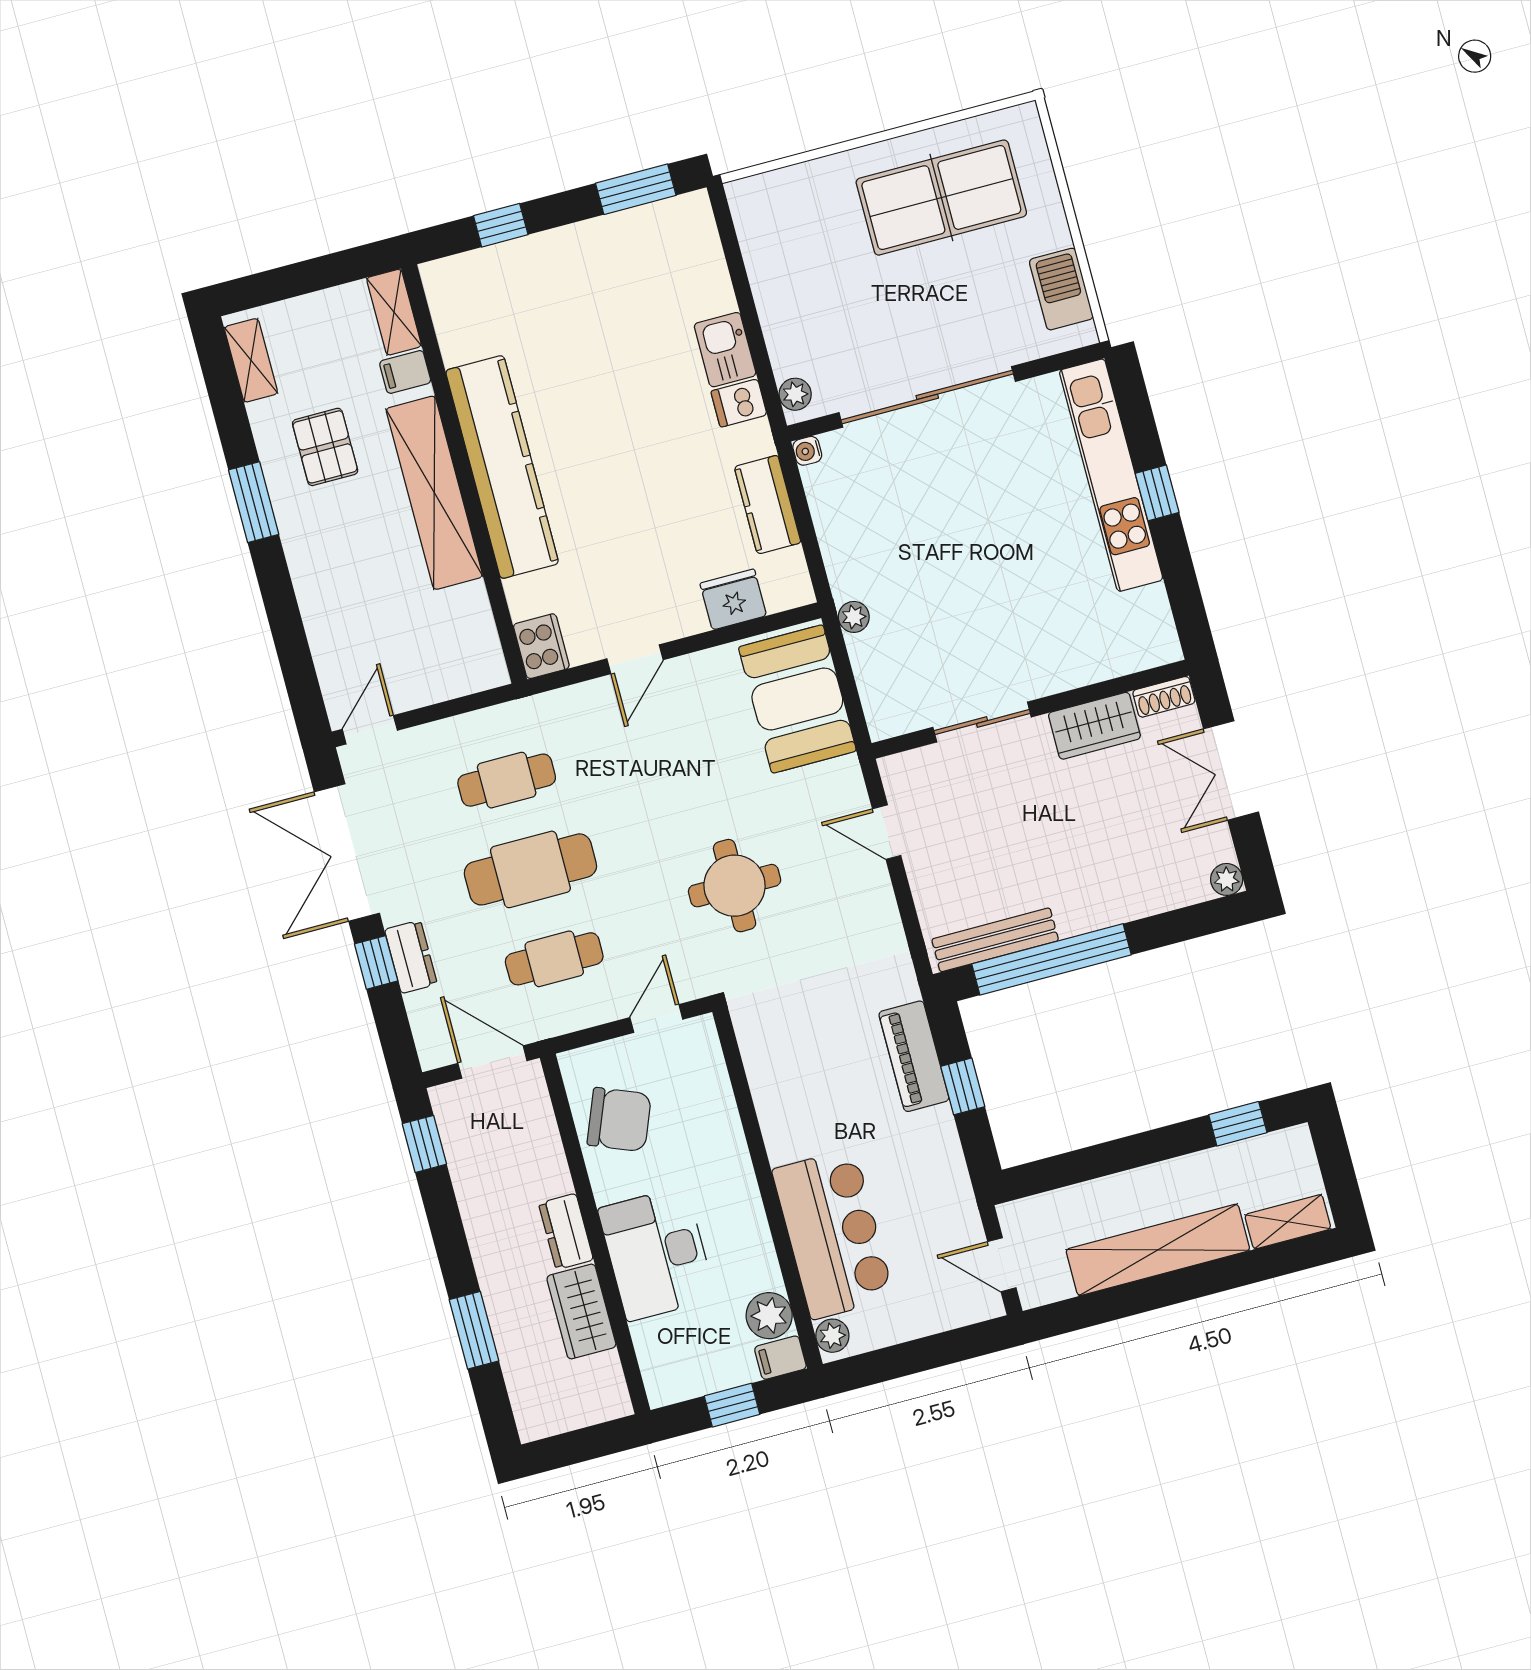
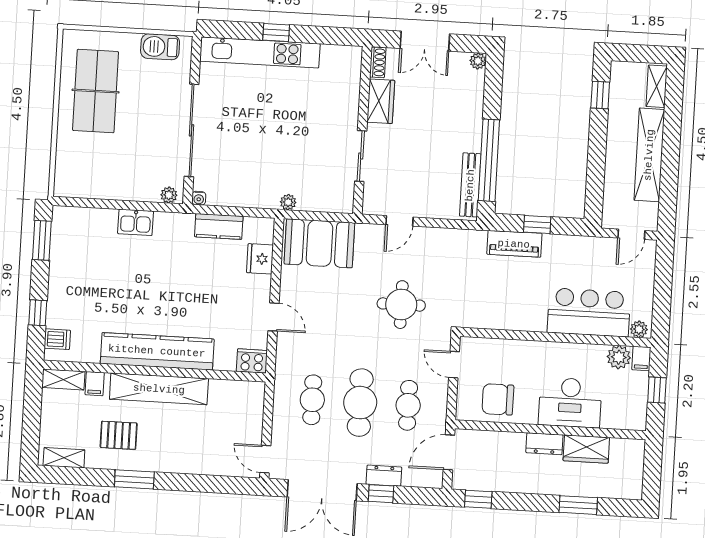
dishwasher: (739, 403) -> (57, 339), moved, turned -90
chair: (619, 1120) -> (498, 399), turned -112

